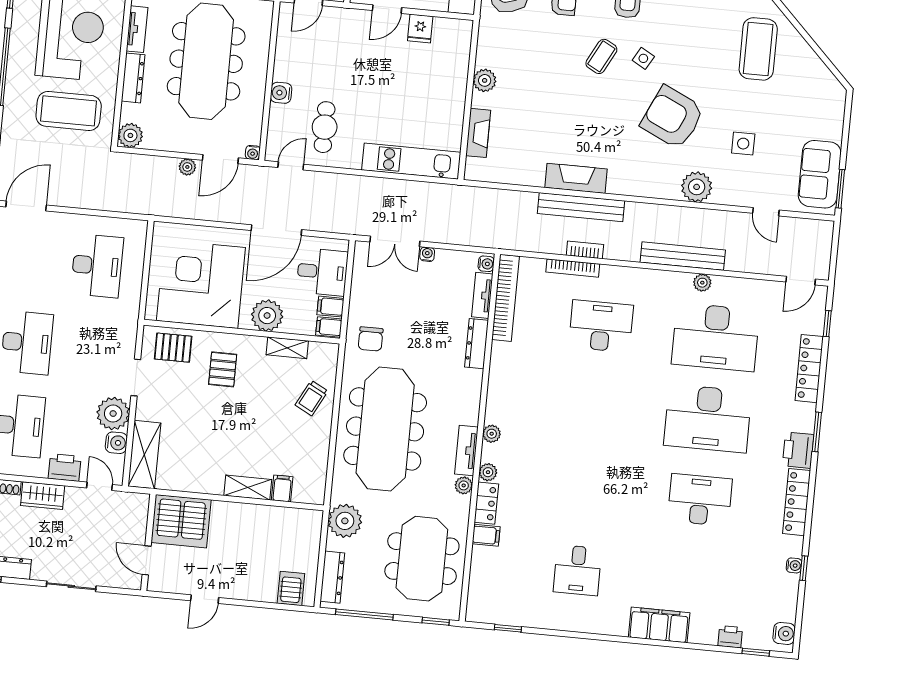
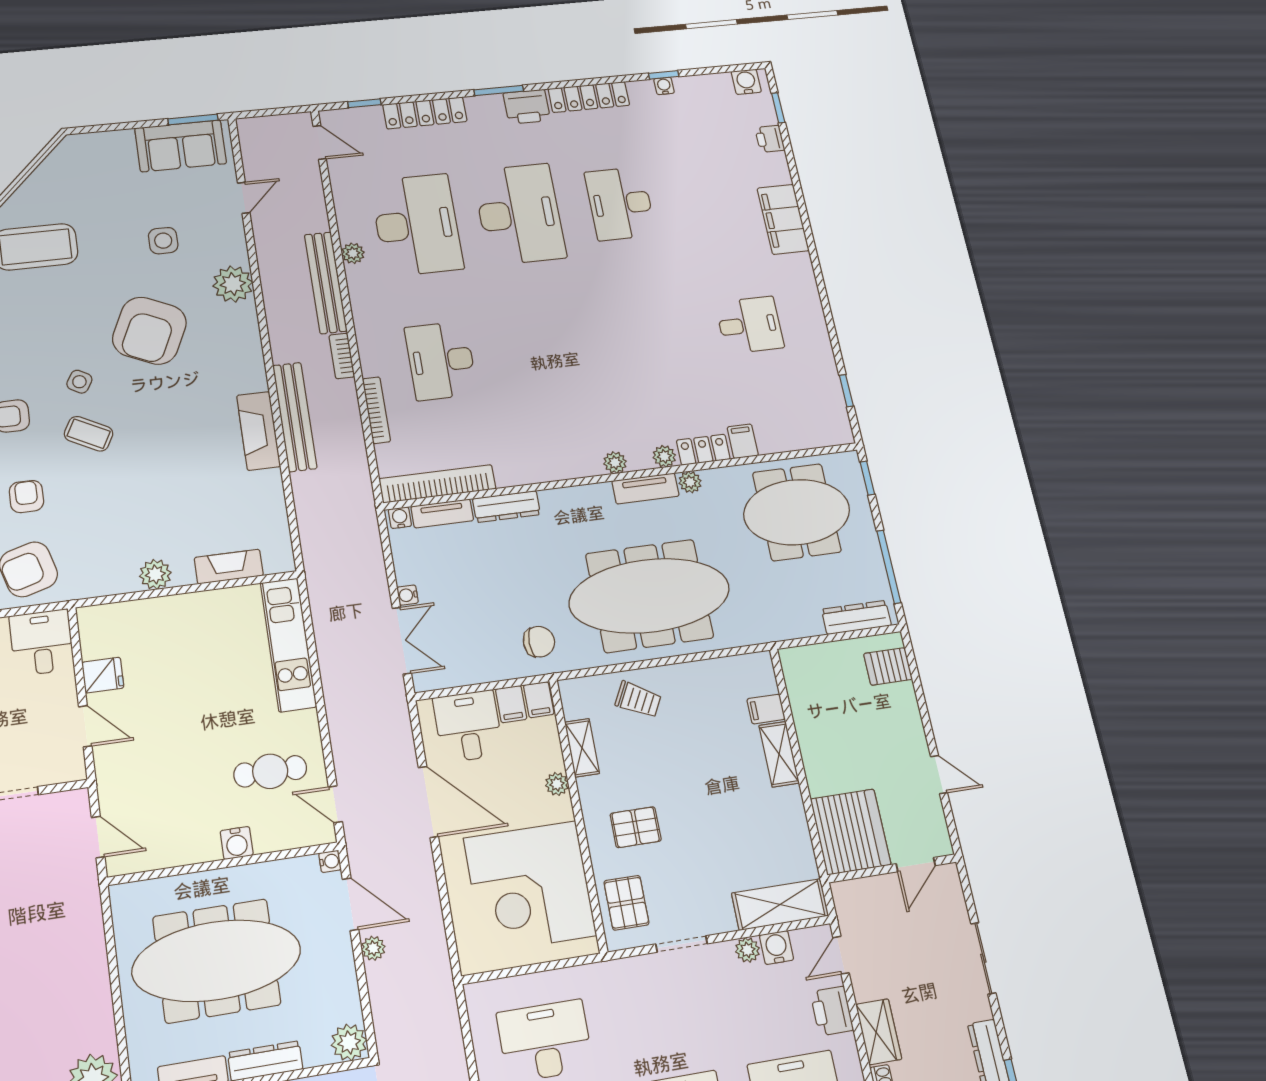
bookcase: (585, 250) -> (342, 356), moved
plant: (267, 316) -> (557, 784), width x0.53, depth x0.53
plant: (113, 414) -> (747, 950), width x0.53, depth x0.53
plant: (345, 521) -> (781, 619), removed

